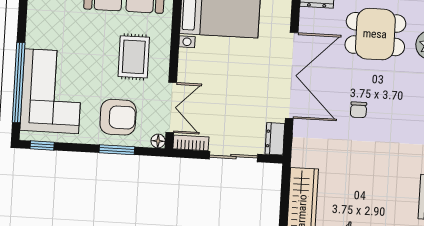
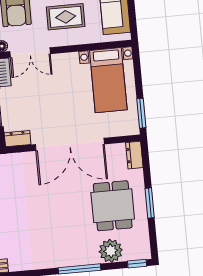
chair: (359, 110) -> (51, 201), removed

